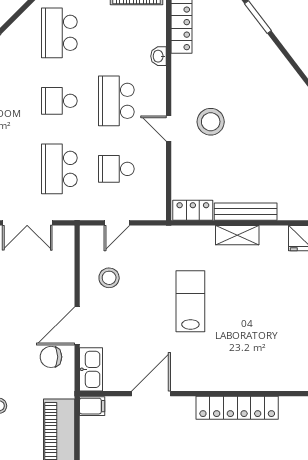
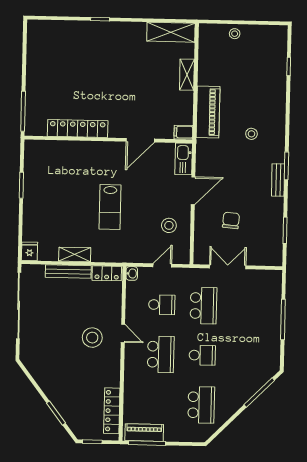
washbasin: (159, 56) -> (132, 273), moved
chair: (51, 357) -> (231, 220), moved, turned -85

